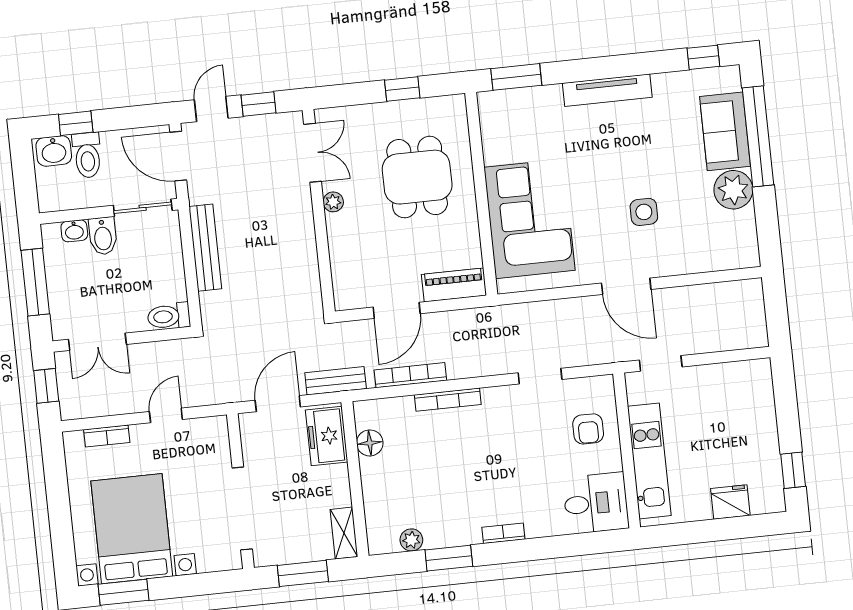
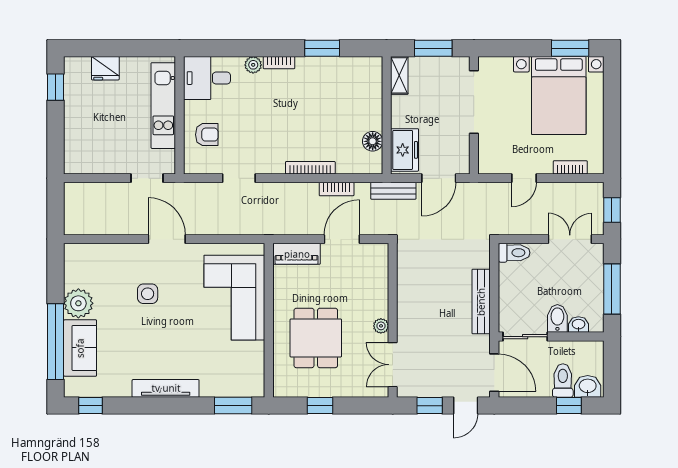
bookcase: (410, 375) -> (337, 189), width x0.64
armchair: (588, 429) -> (207, 135), turned 90
plant: (411, 540) -> (253, 65), moved

